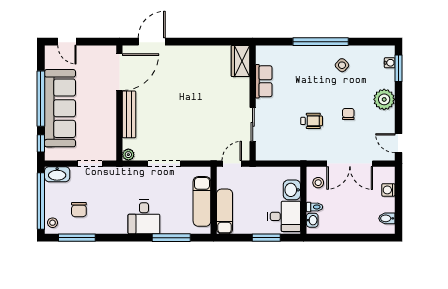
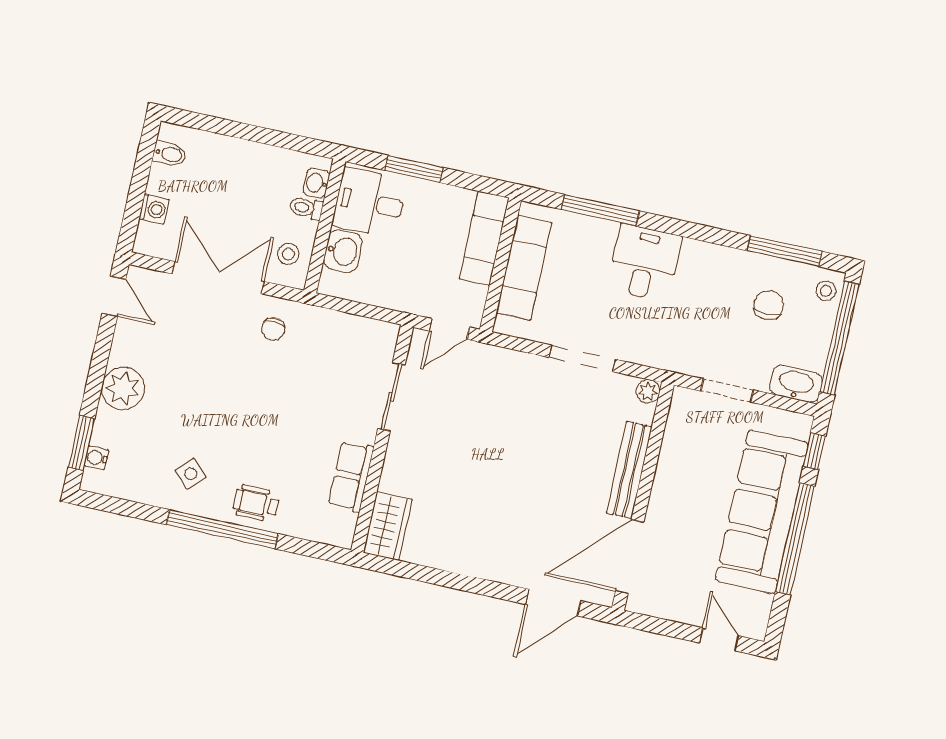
chair: (348, 114) -> (273, 329), moved
wheelchair: (312, 121) -> (256, 503), moved

